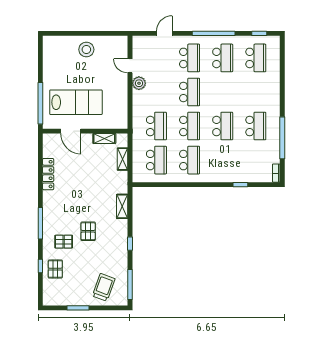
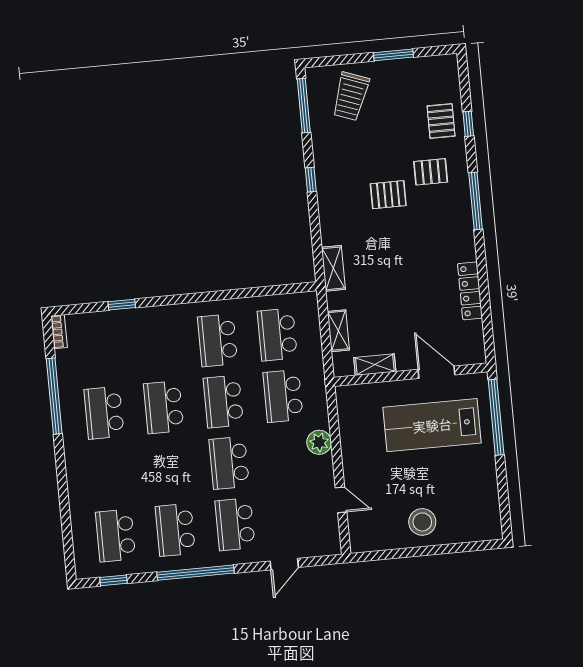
plant: (139, 83) -> (319, 442), moved
shelving: (122, 206) -> (333, 268), moved
pallet: (88, 231) -> (388, 195), turned 90

